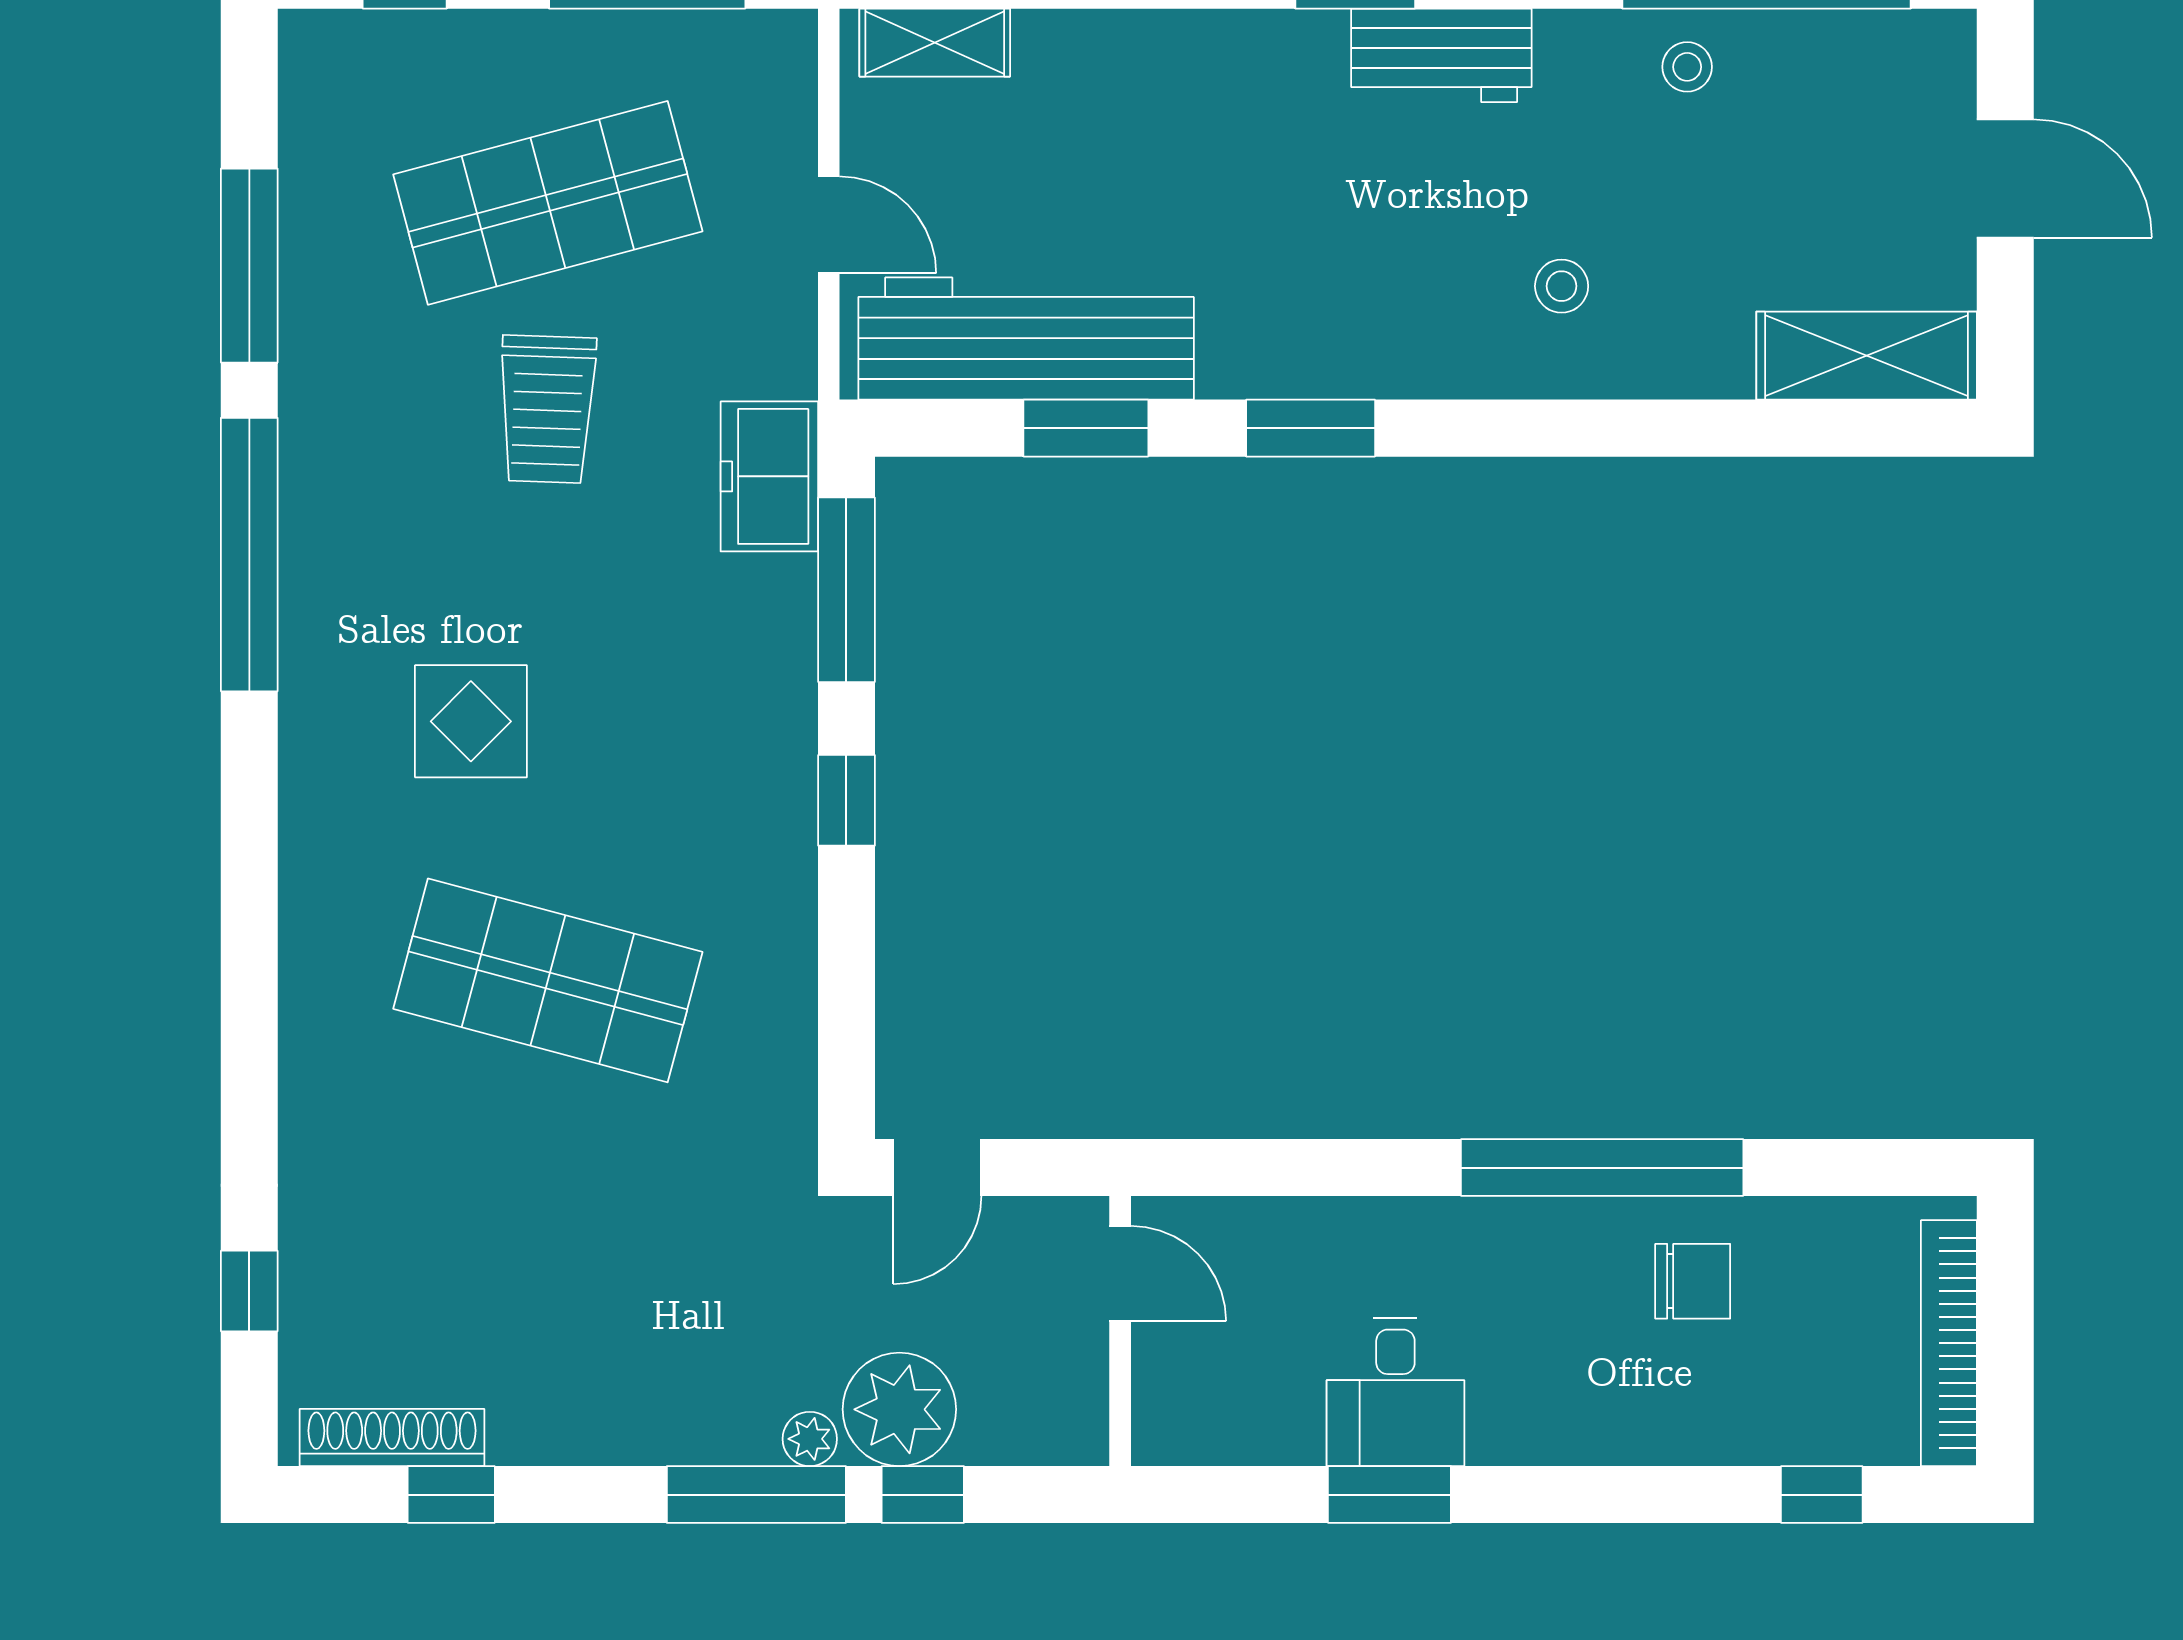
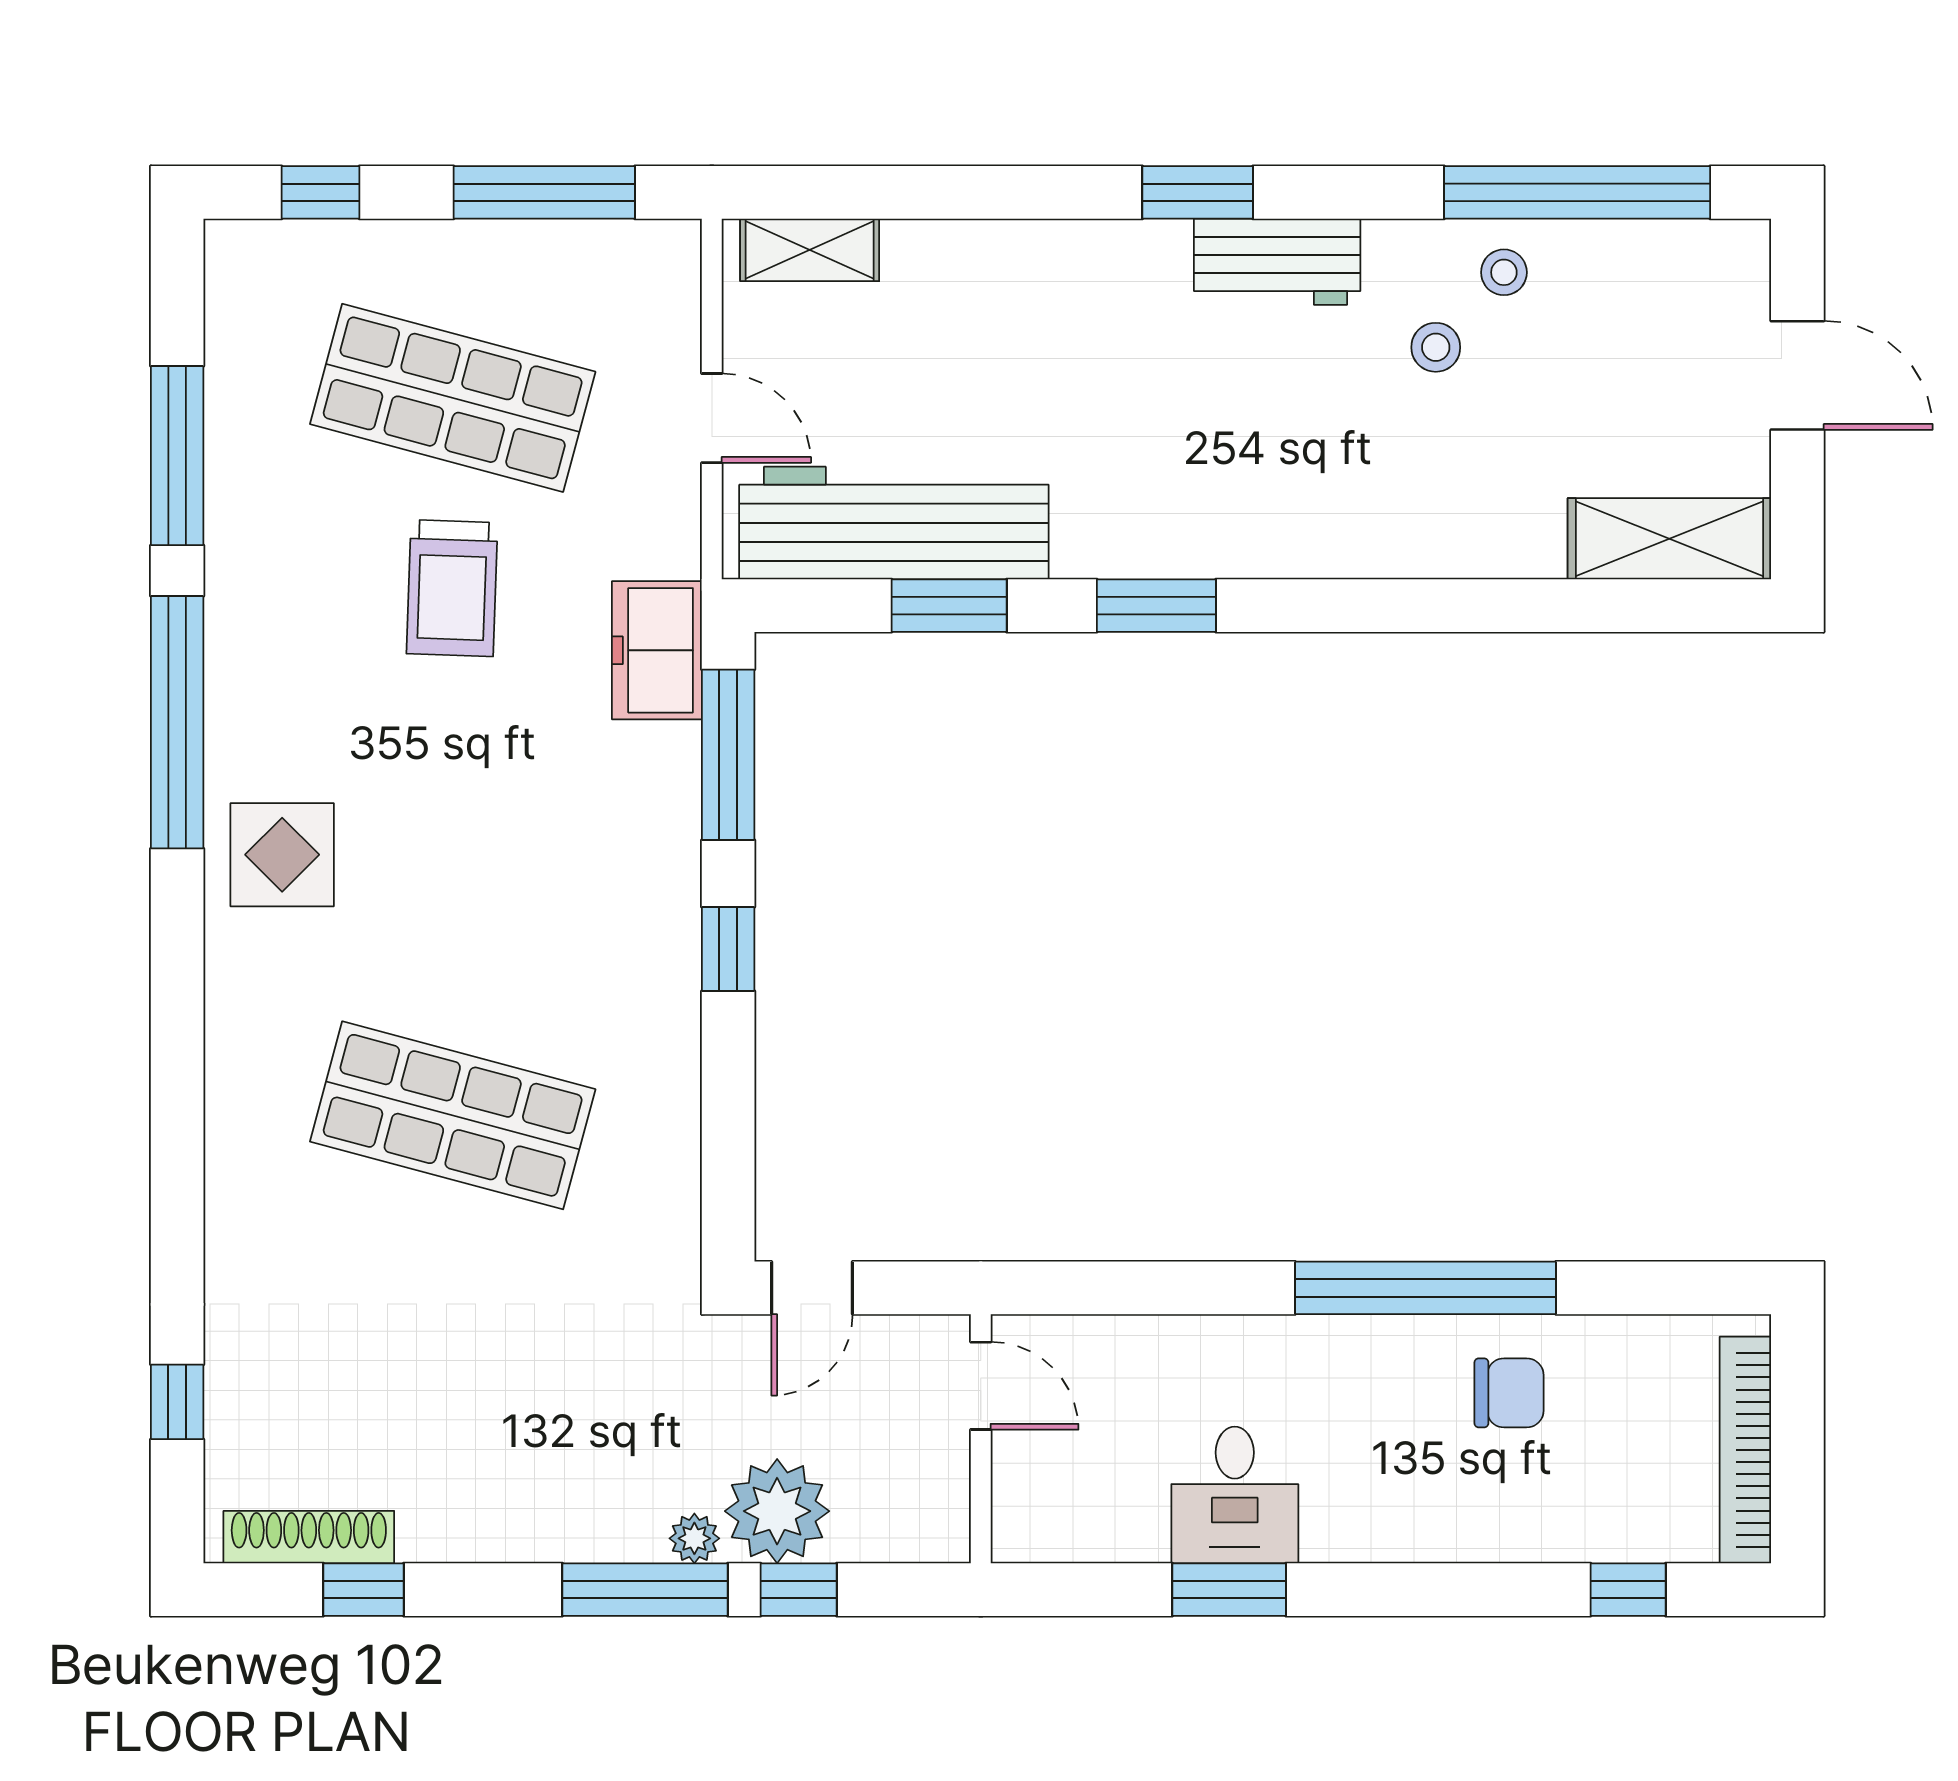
shop shelf: (548, 203) -> (453, 398), turned 30
stool: (1562, 286) -> (1436, 347), moved
display table: (471, 721) -> (282, 855), moved

